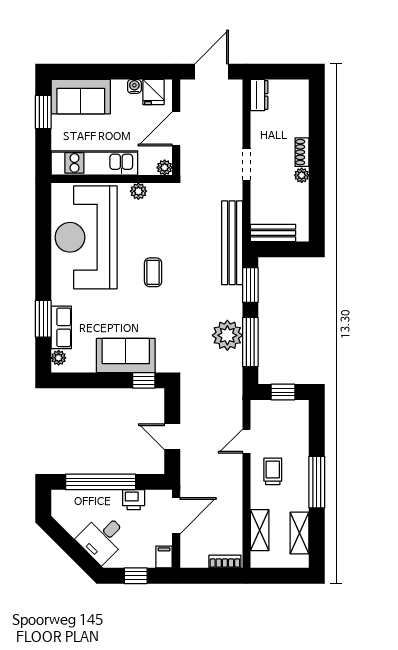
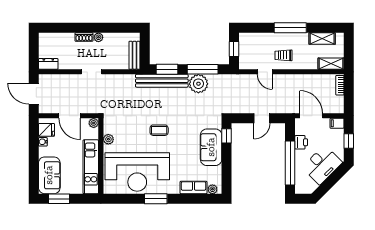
bench: (232, 243) -> (162, 81), moved
window: (43, 319) -> (156, 199), moved
shelving: (260, 530) -> (331, 64), moved
desk: (103, 538) -> (322, 165), width x1.37

